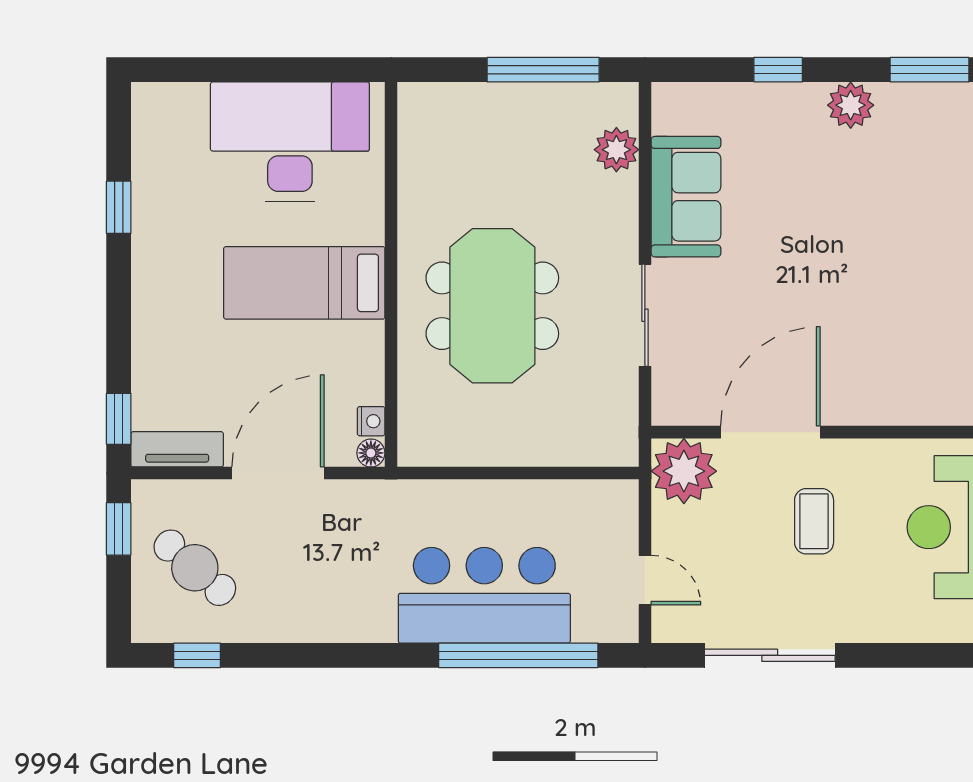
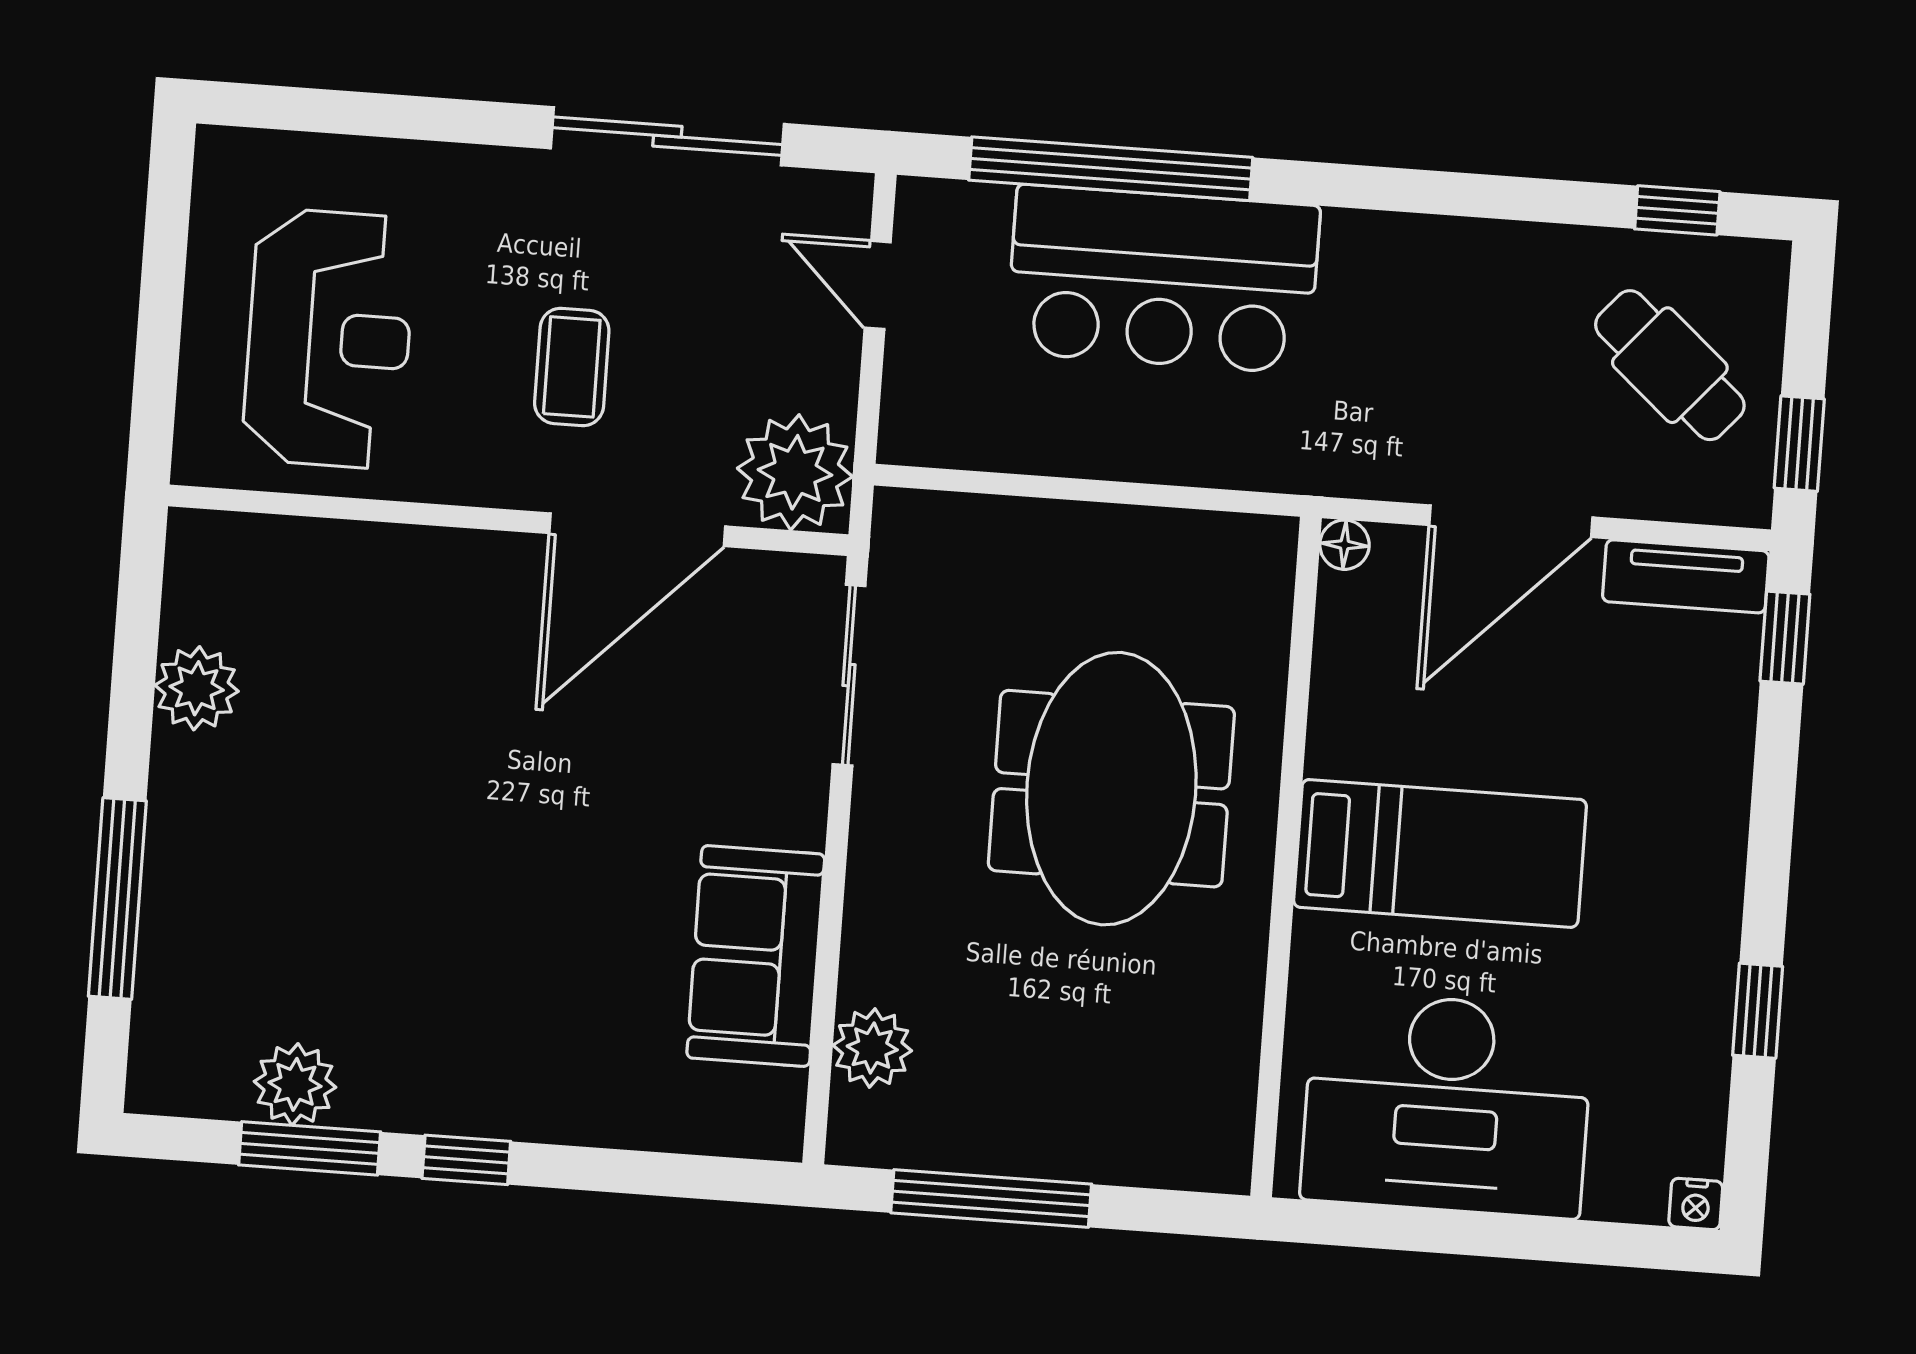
window: (778, 70) -> (466, 1160), moved
plant: (851, 105) -> (295, 1084), moved
sliding door: (645, 315) -> (849, 675), moved
nightstand: (371, 421) -> (1696, 1204), moved, turned -90

